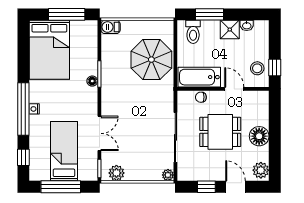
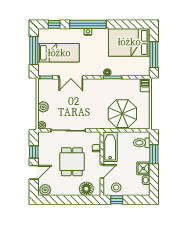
floor lamp: (259, 136) -> (86, 189), moved
plant: (116, 173) -> (43, 107), moved

